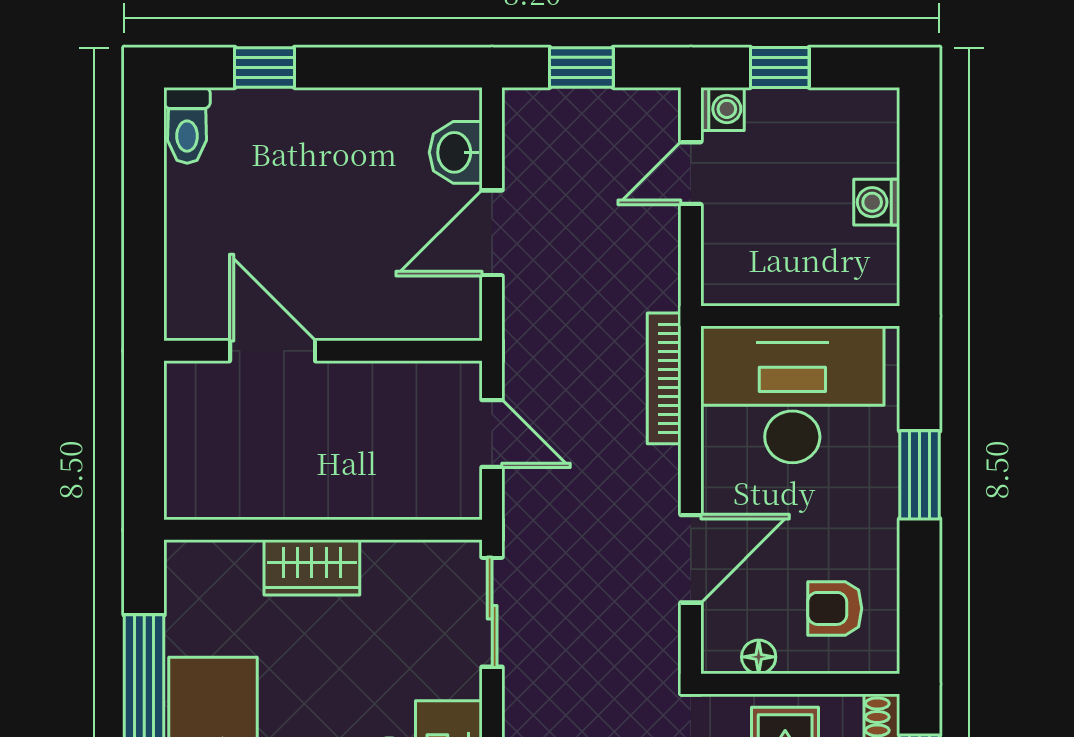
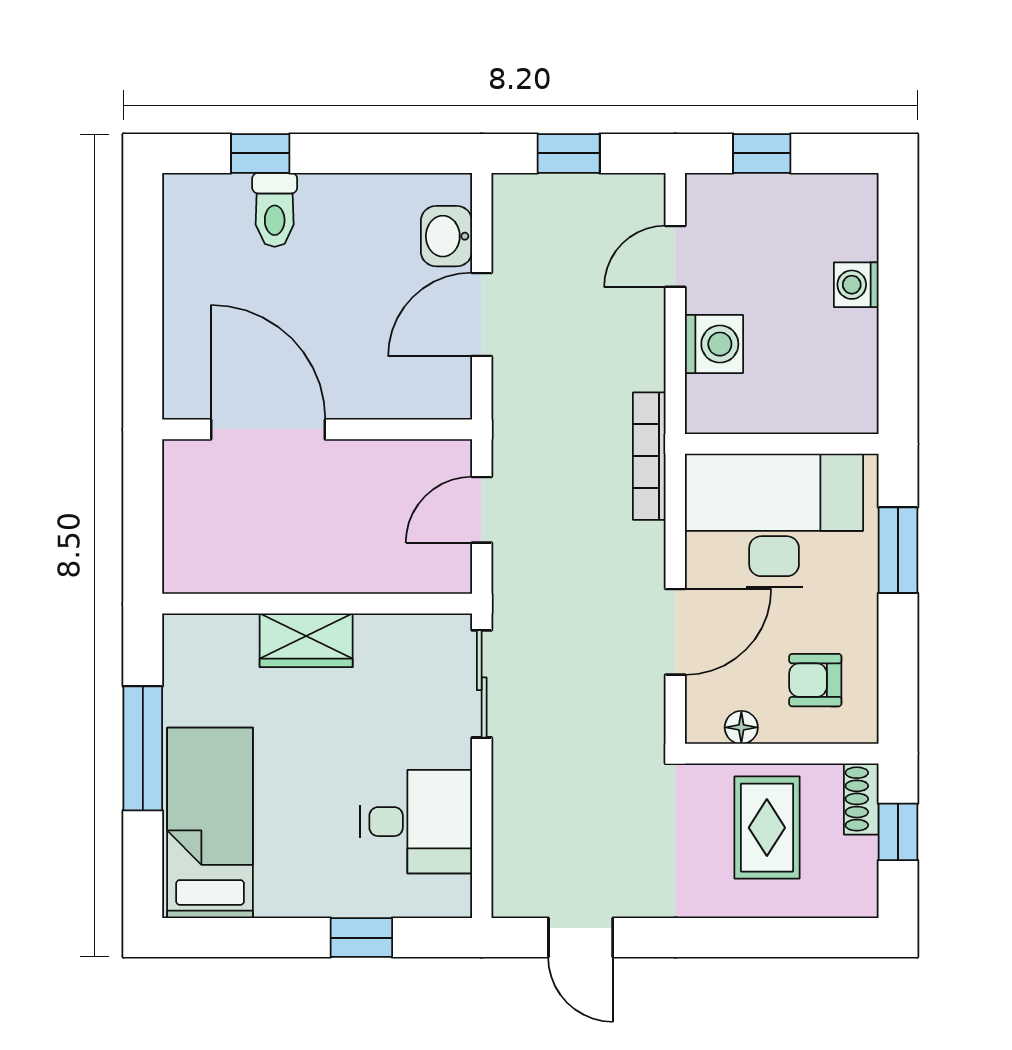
washing machine: (723, 109) -> (714, 344), moved, width x1.38, depth x1.38
toilet: (187, 125) -> (275, 210), moved
wall: (800, 316) -> (782, 444), moved
door: (273, 351) -> (268, 429), width x1.36
desk: (792, 394) -> (774, 520), moved
door: (492, 433) -> (482, 510), swing flipped

